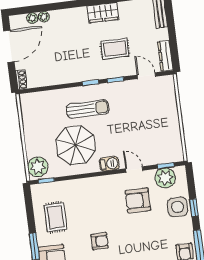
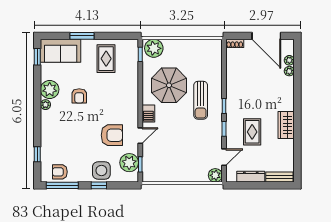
dresser: (165, 56) -> (251, 177), moved
plant: (167, 83) -> (215, 175), added
armchair: (138, 200) -> (112, 135), turned 90
rug: (56, 217) -> (106, 59), turned 90

